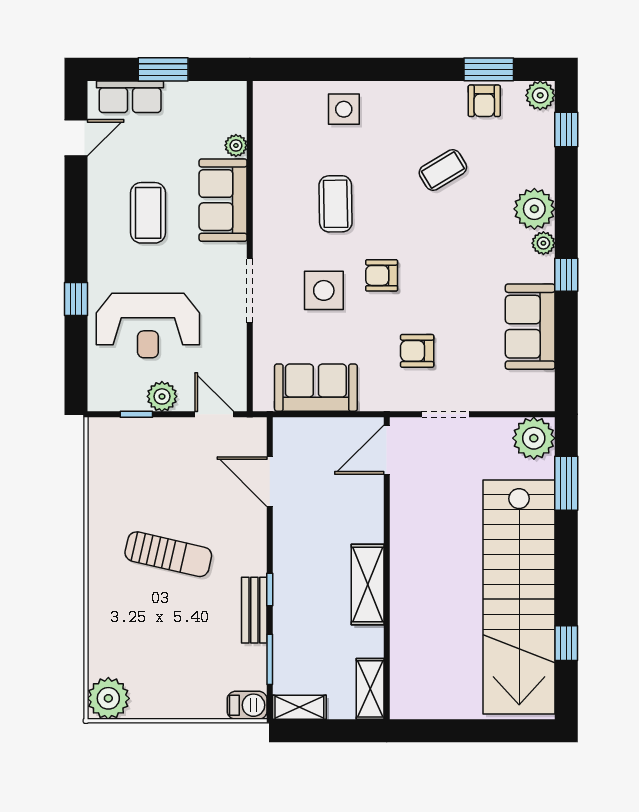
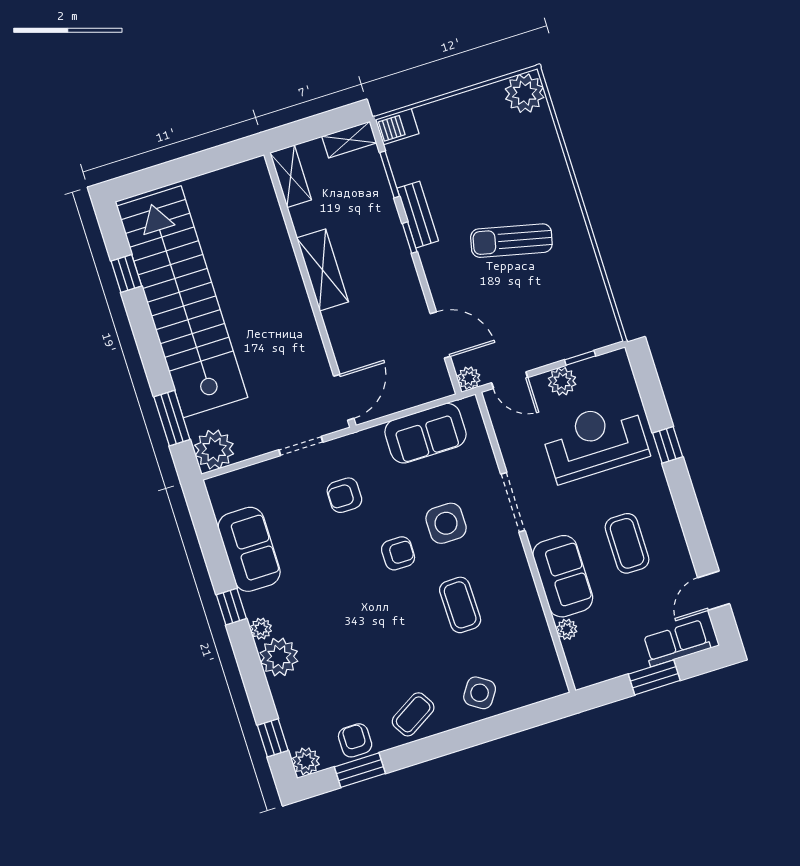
side table: (344, 109) -> (480, 693), turned 34
coffee table: (443, 170) -> (413, 714), moved
armchair: (417, 351) -> (344, 495), turned 180
plant: (255, 429) -> (469, 378), added

